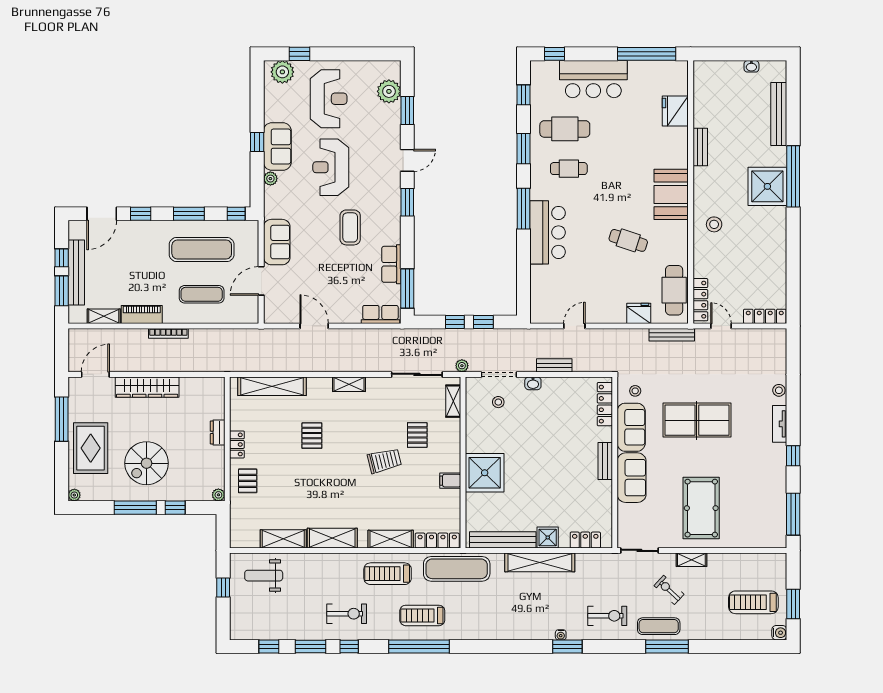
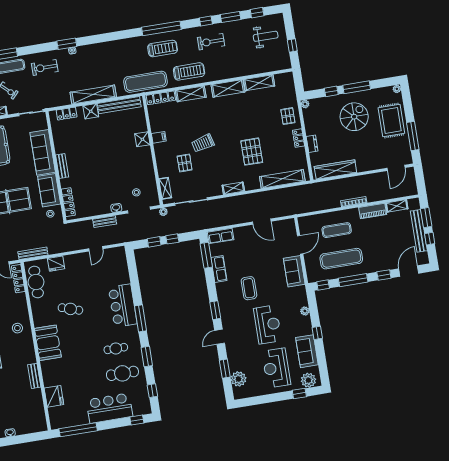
sofa: (277, 147) -> (307, 351), moved
window: (189, 214) -> (353, 280), width x1.44
wardrobe: (147, 387) -> (335, 170), moved
pallet: (312, 436) -> (252, 152), width x1.50, depth x1.42
shower: (485, 473) -> (142, 139), width x0.54, depth x0.54
sofa: (632, 478) -> (43, 152), width x1.36
weight bench: (264, 576) -> (266, 36), moved

